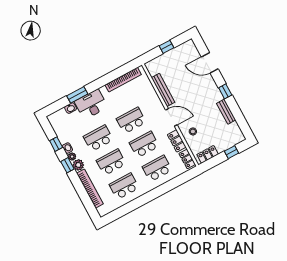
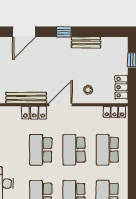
locker: (177, 141) -> (34, 113), moved

